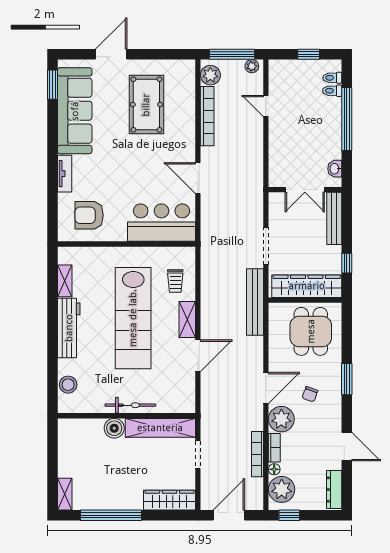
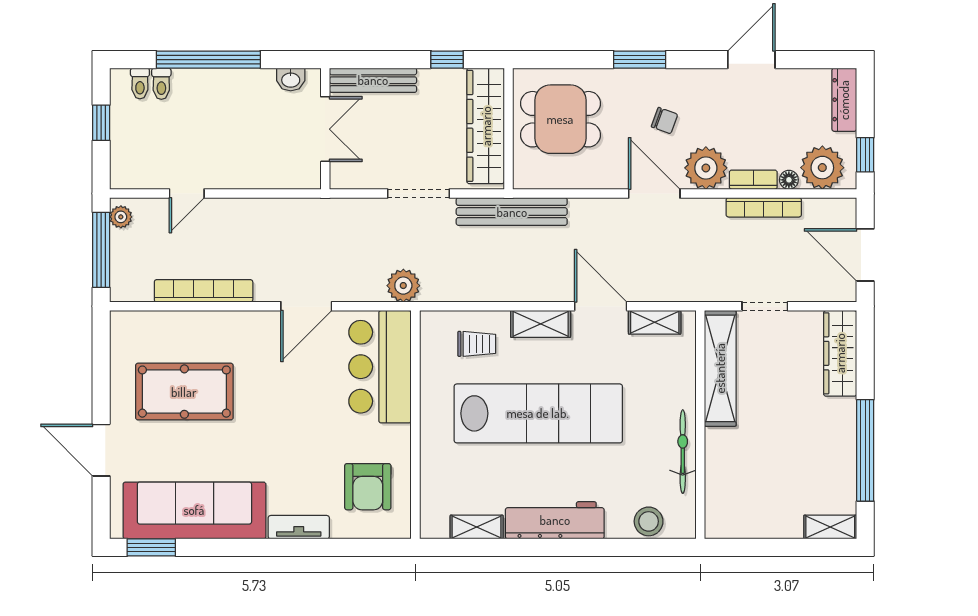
plant: (210, 75) -> (403, 286), moved
shelving: (188, 388) -> (655, 322), added
bicycle: (130, 405) -> (683, 452), moved
boiler: (114, 428) -> (721, 445), removed
dresser: (334, 490) -> (844, 100), moved, turned 90

